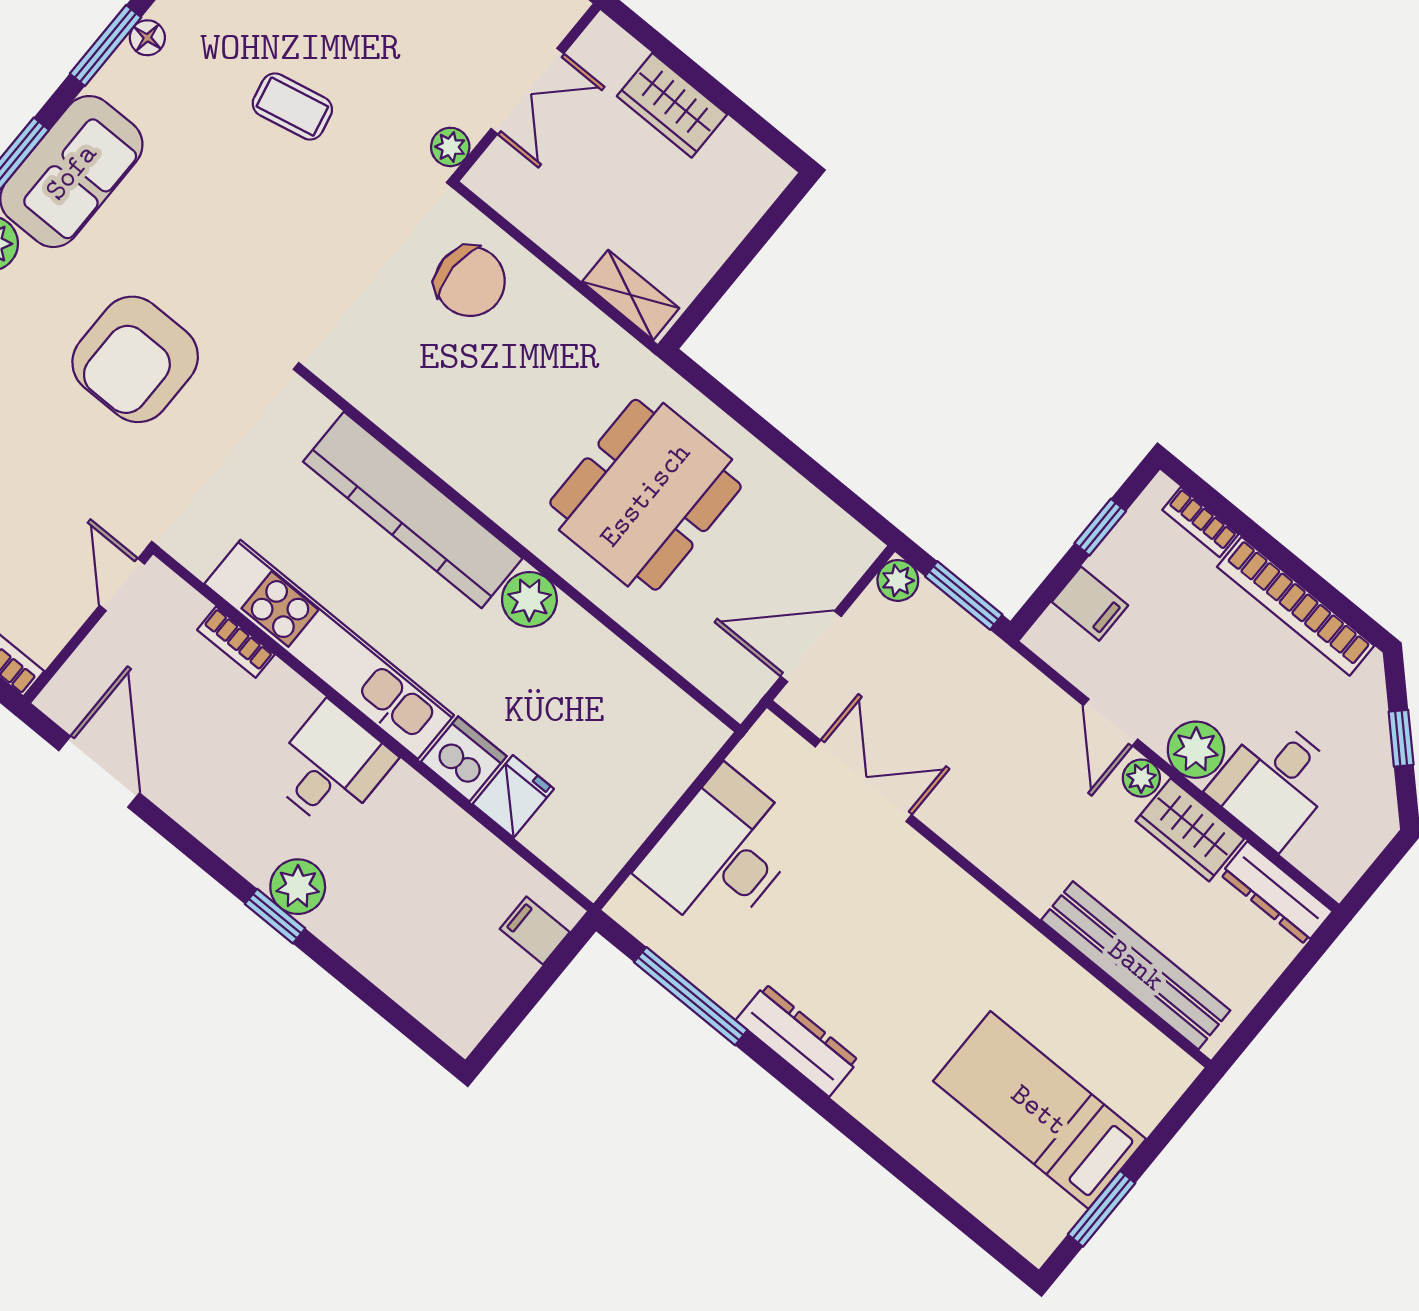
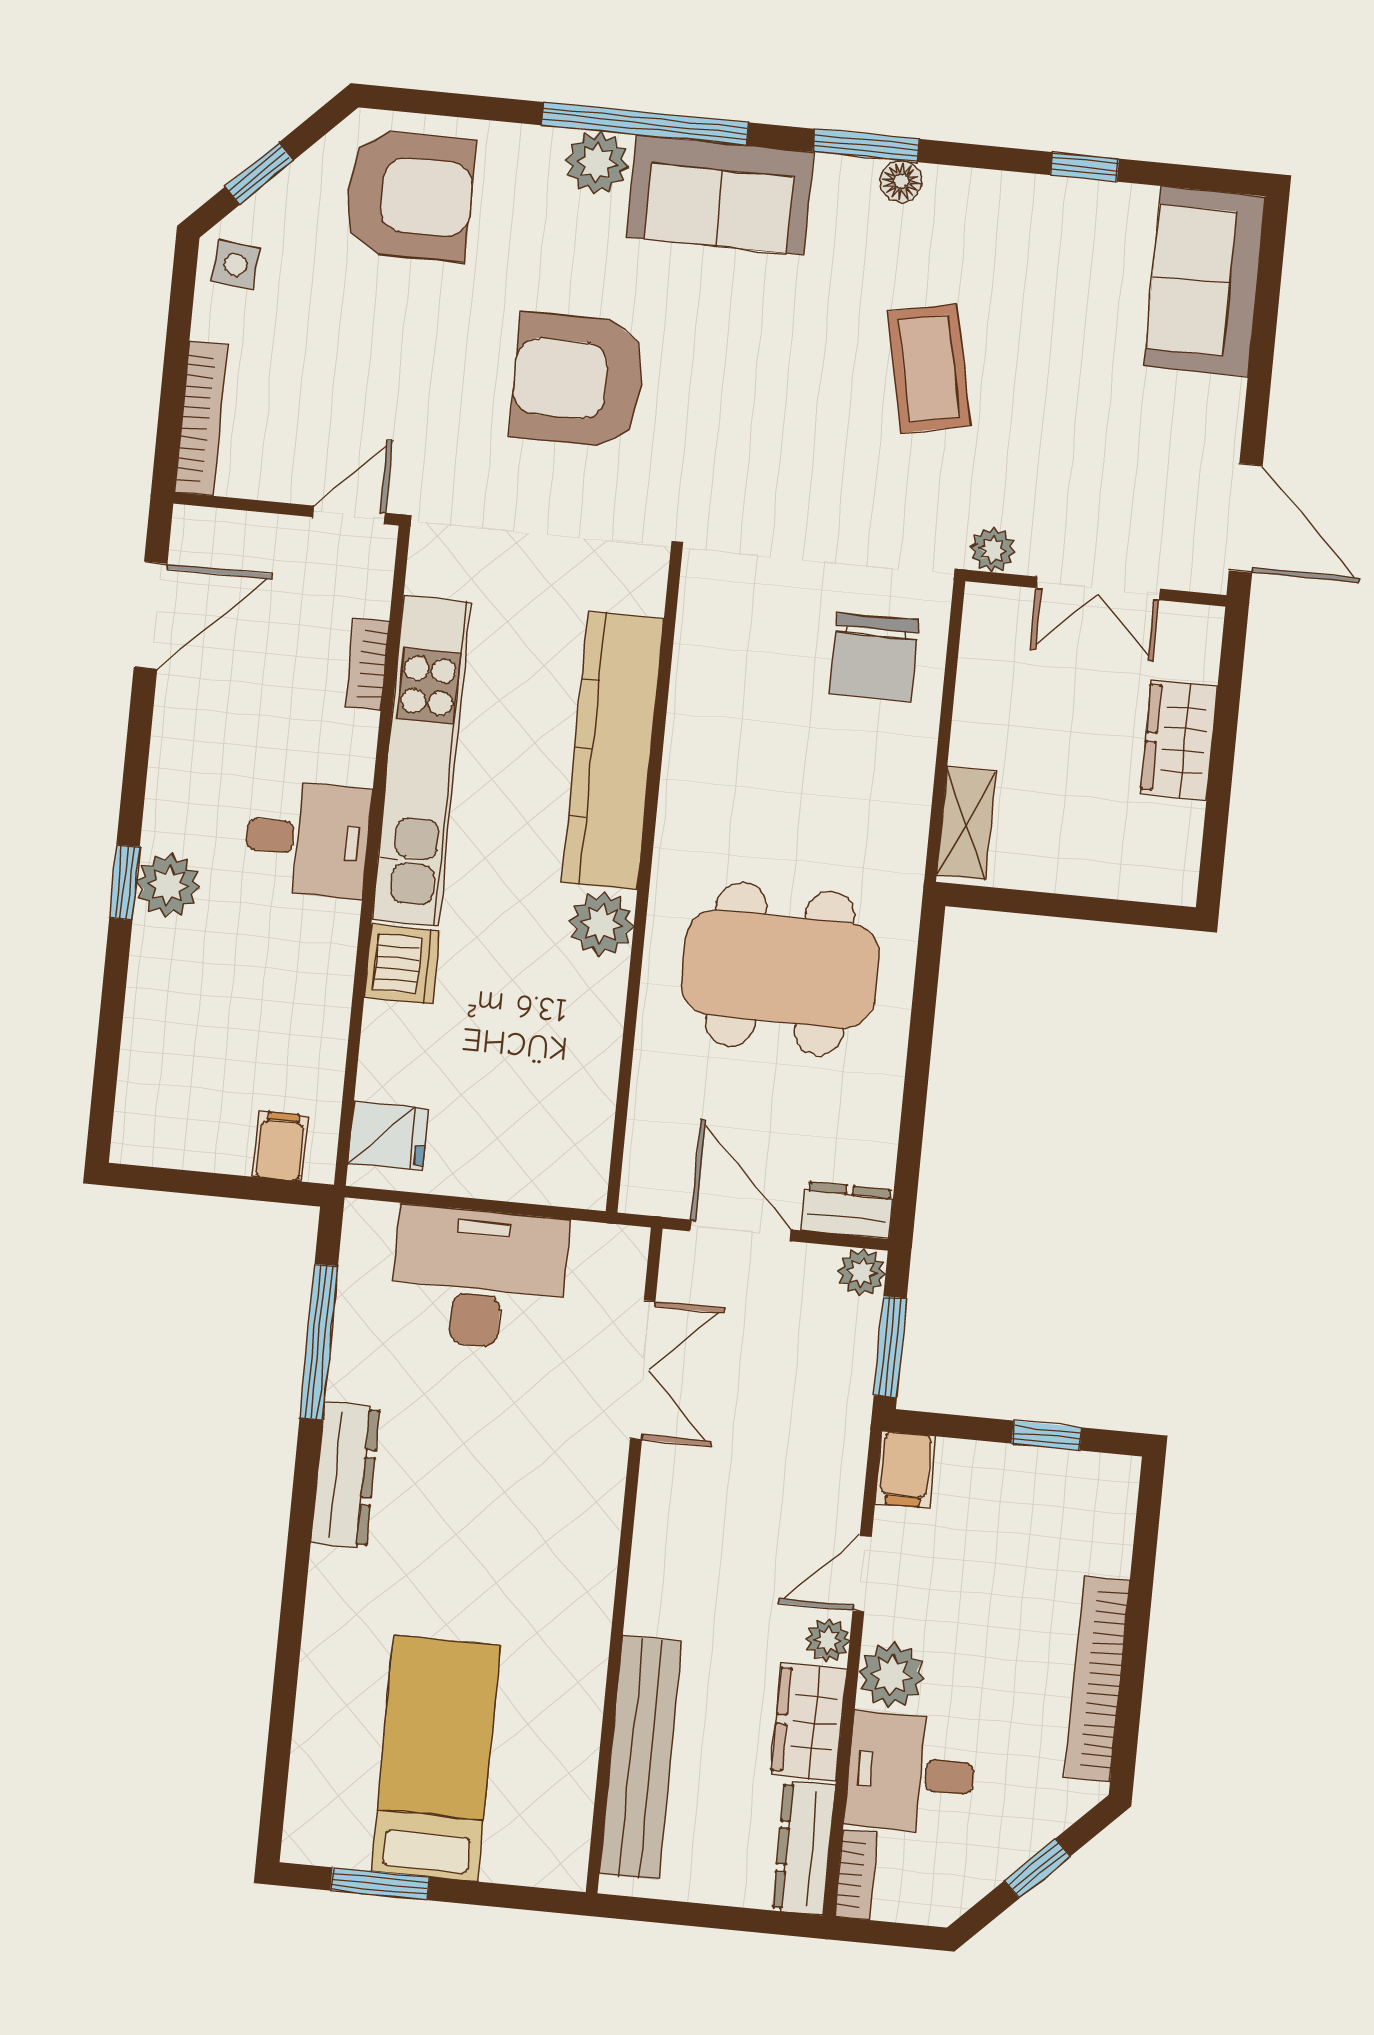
coffee table: (292, 106) -> (929, 368), width x1.36, depth x1.30
bookcase: (1200, 522) -> (856, 1875), moved, turned 180
dresser: (847, 561) -> (848, 1210), added
filing cabinet: (1090, 604) -> (905, 1470), moved
fridge: (513, 796) -> (388, 1136), moved

